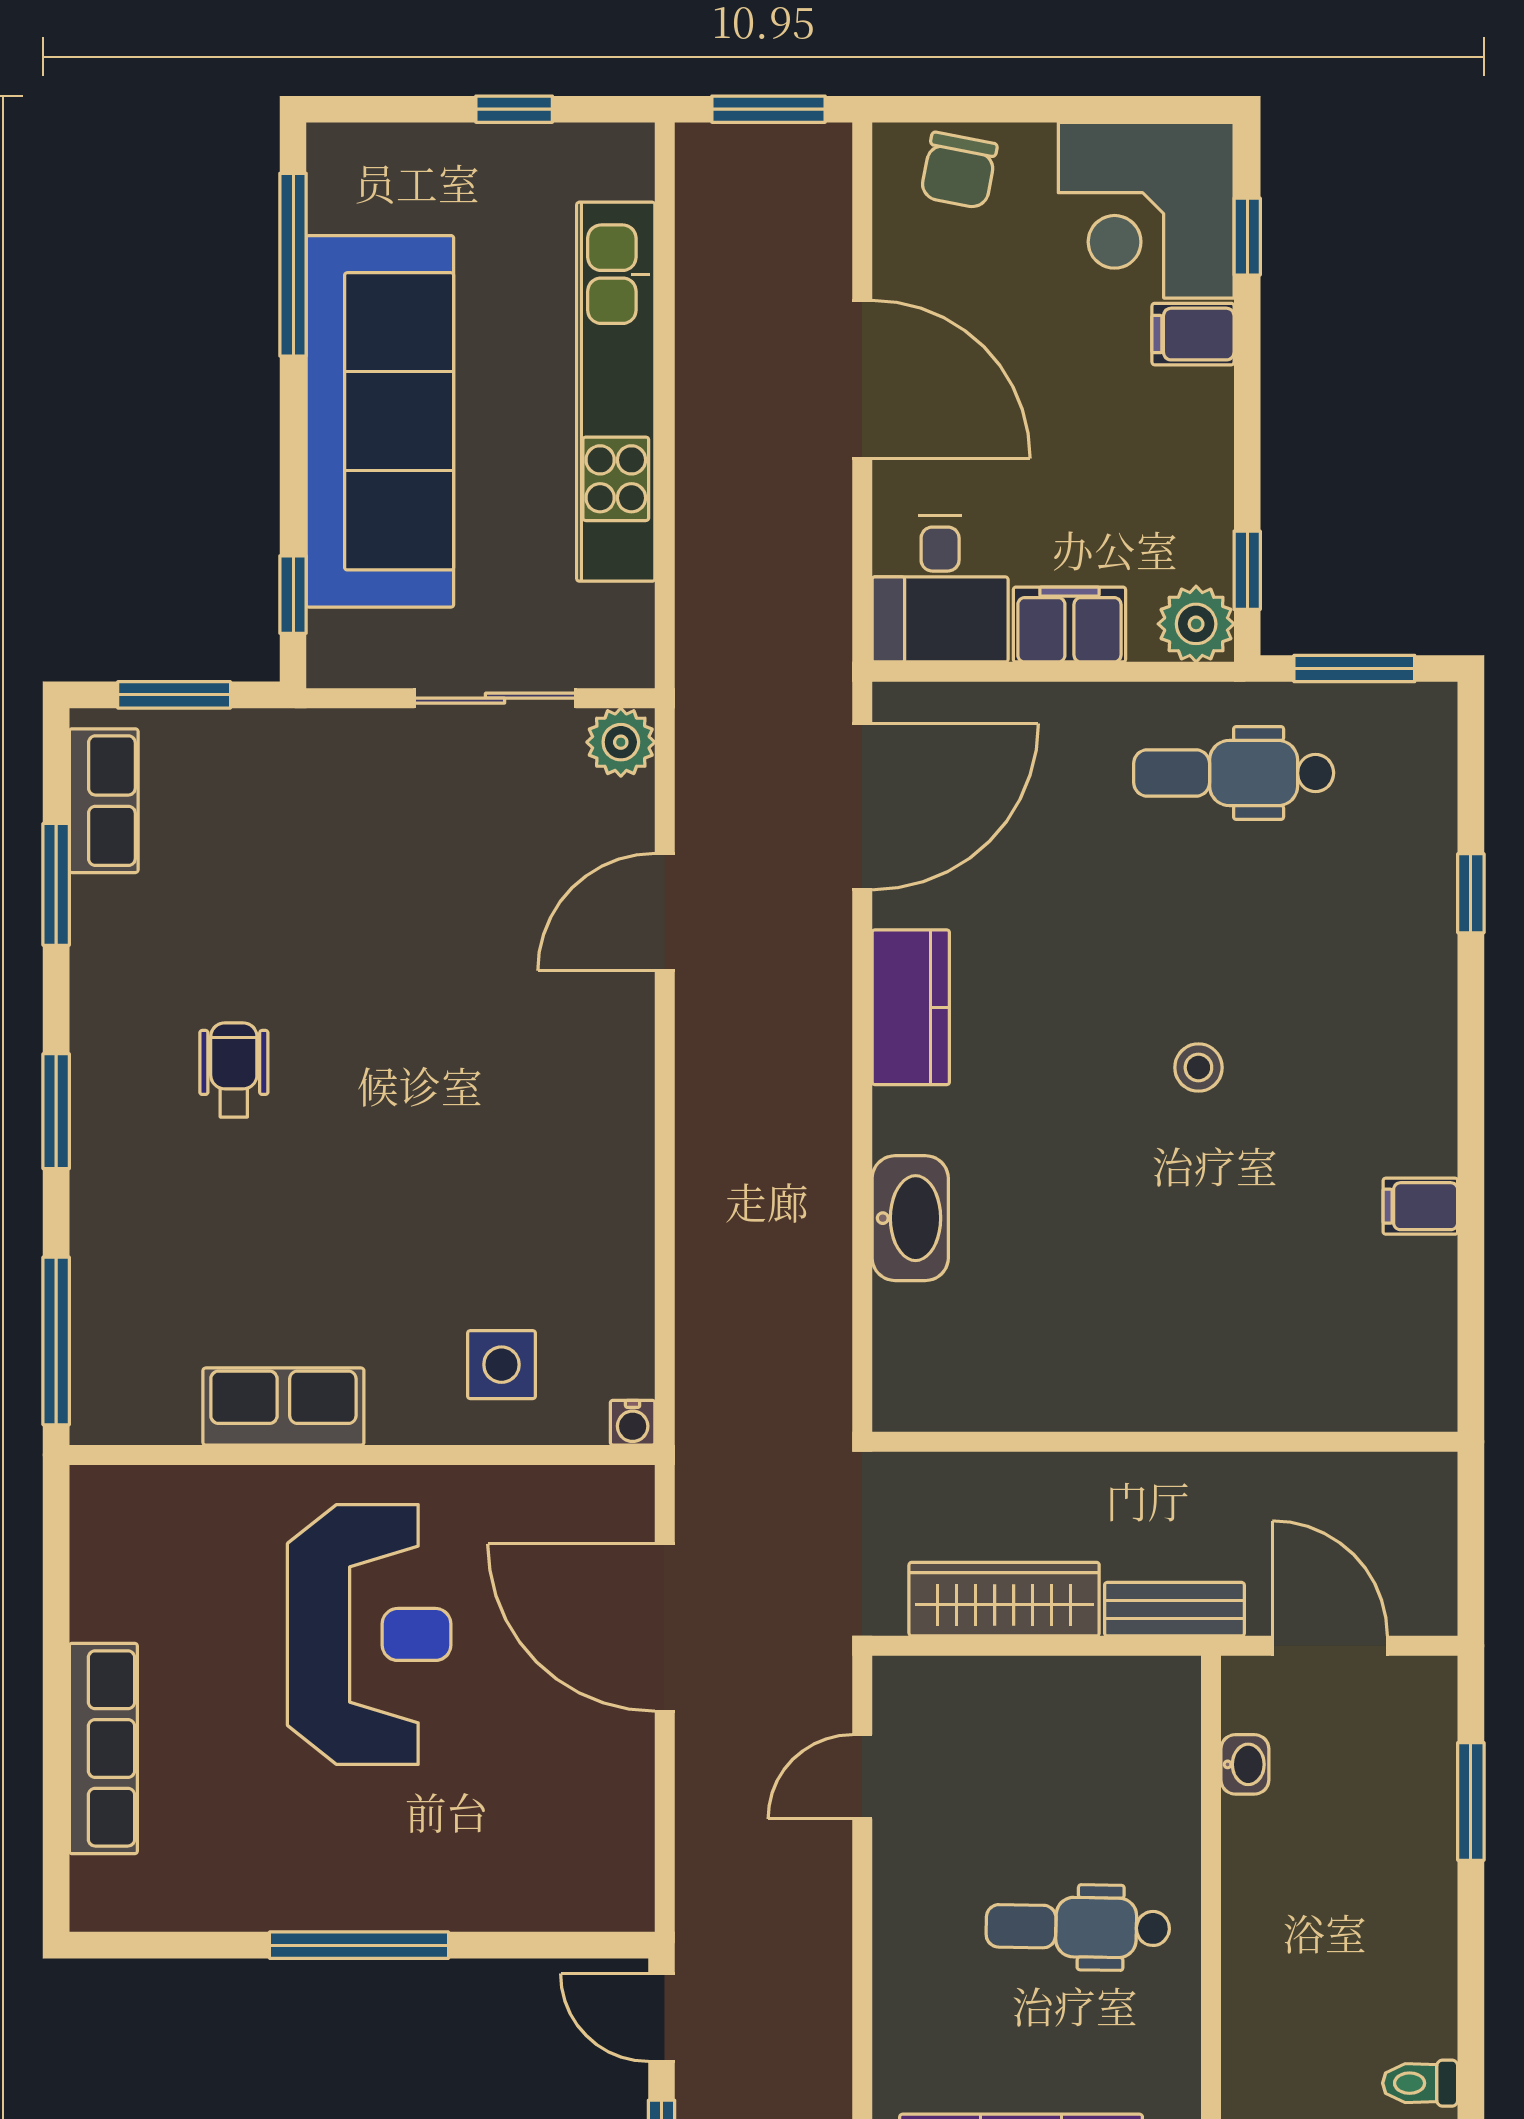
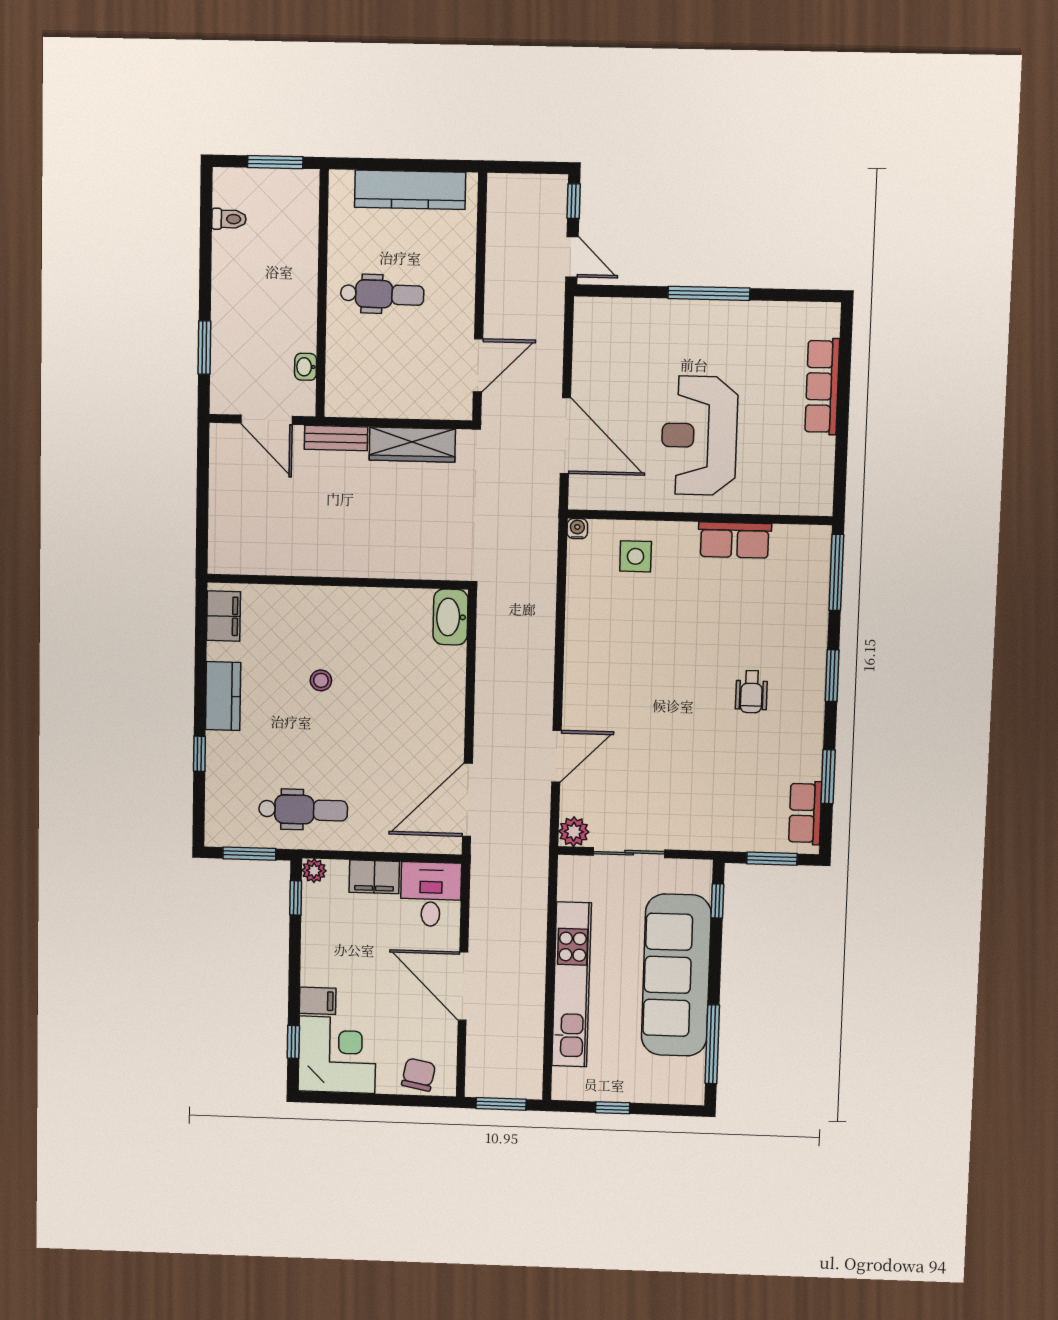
plant: (1196, 624) -> (314, 871), width x0.73, depth x0.73
kitchen counter: (911, 1007) -> (223, 696), moved, turned 180
filing cabinet: (1420, 1206) -> (223, 616), width x2.00
wall: (1165, 1442) -> (338, 582), moved
door: (862, 1777) -> (478, 365), width x1.37

